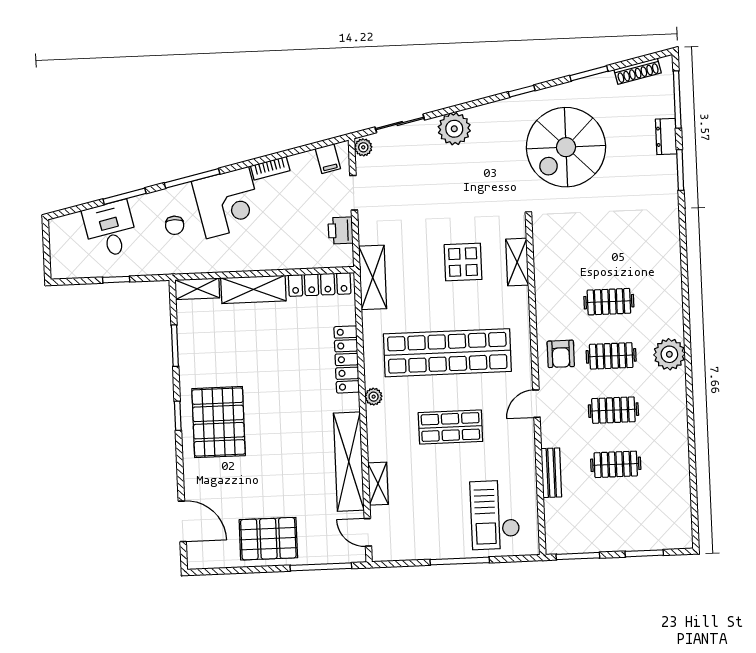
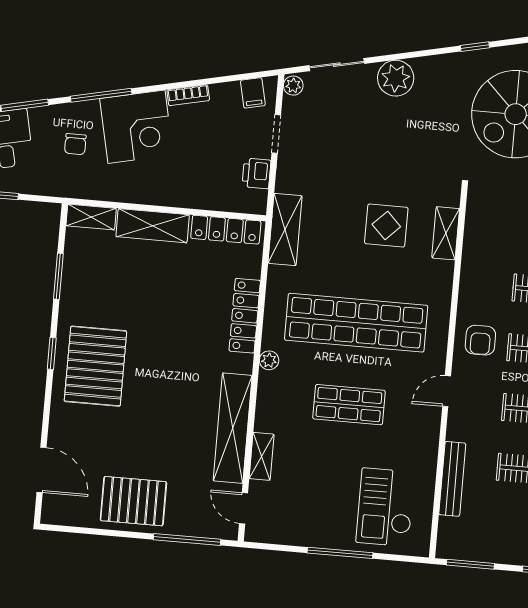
bench: (551, 473) -> (452, 479), width x1.36

